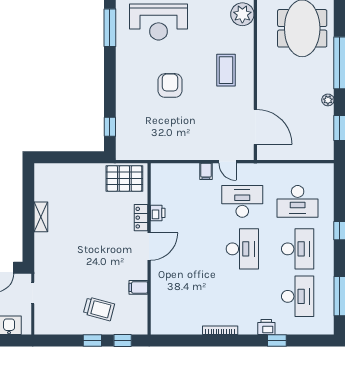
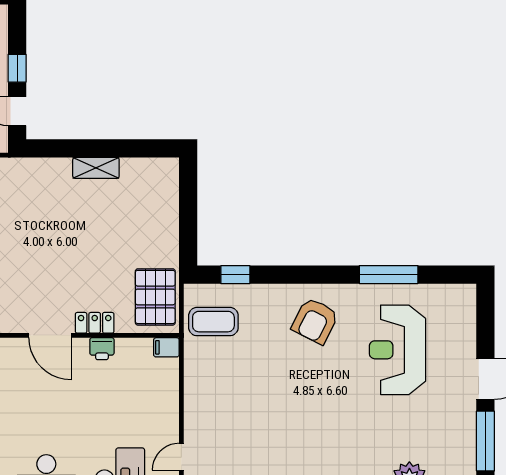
coffee table: (226, 70) -> (213, 322), moved
armchair: (170, 85) -> (315, 321), moved, turned 117
filing cabinet: (206, 171) -> (166, 347), moved

